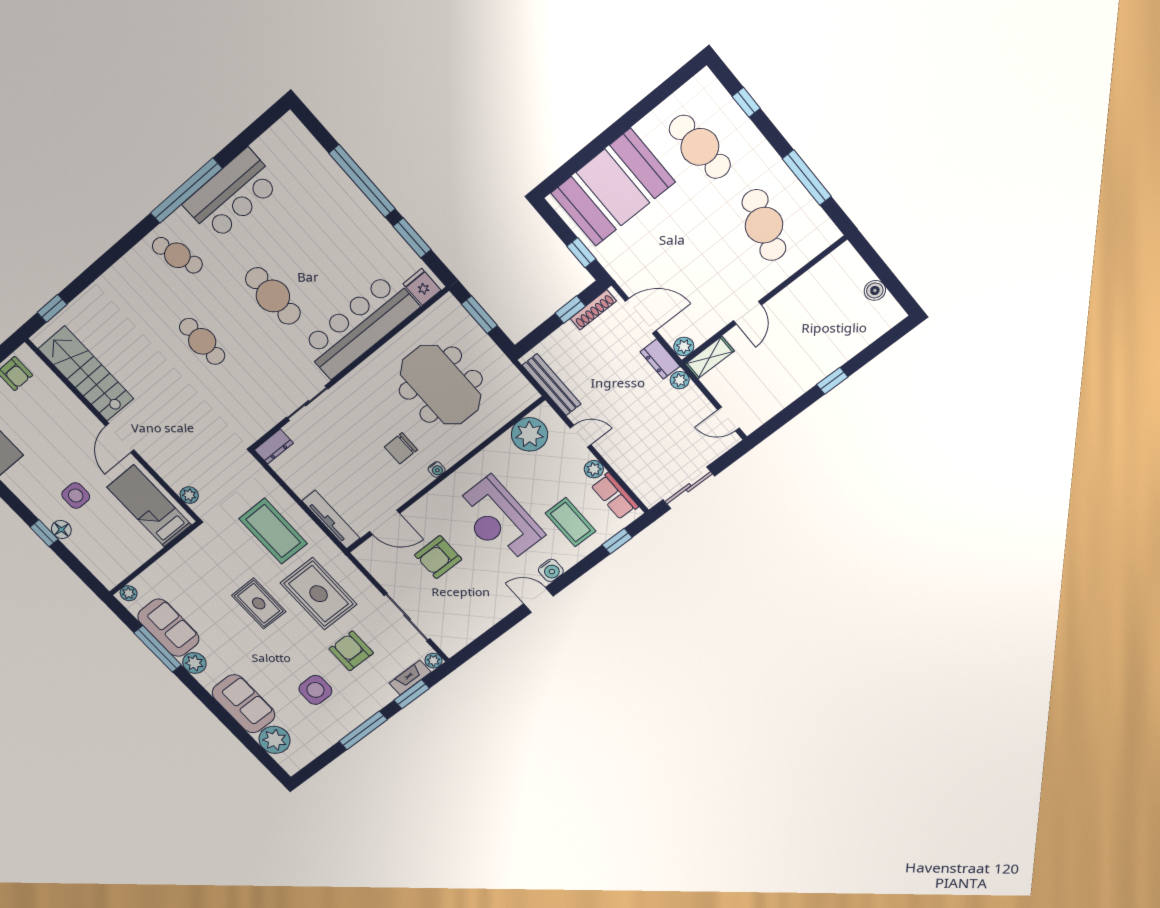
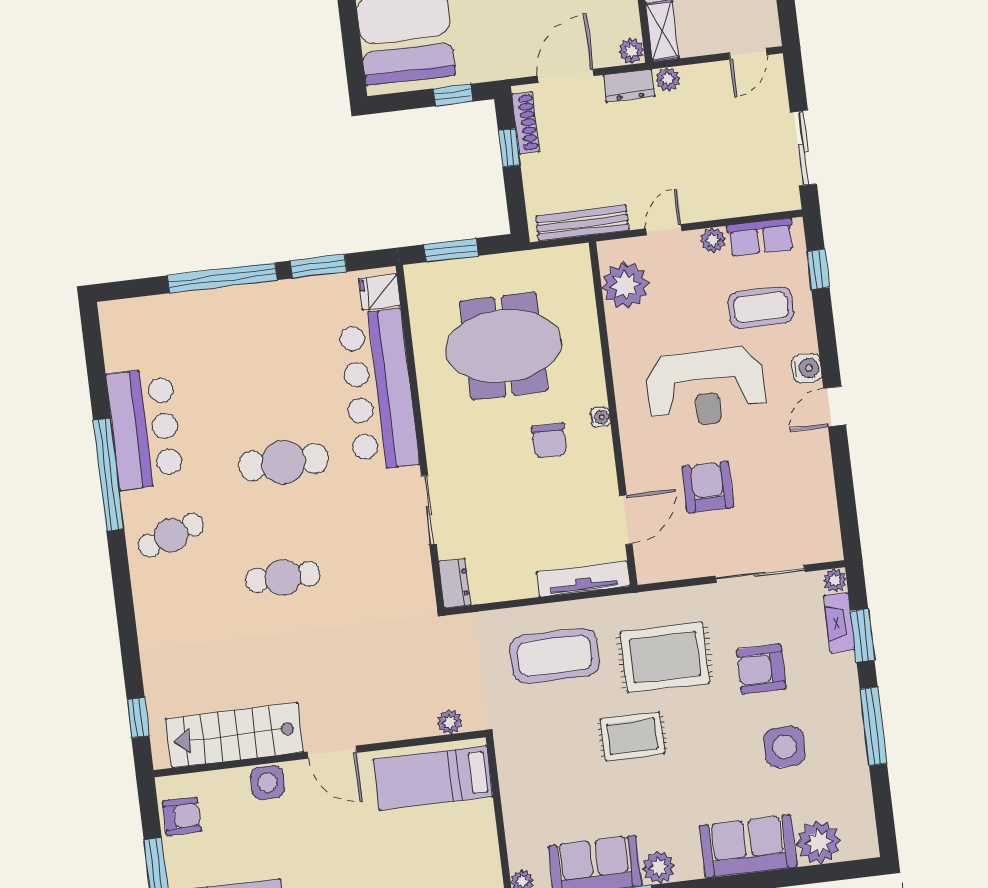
side table: (76, 495) -> (268, 783), moved
armchair: (438, 557) -> (708, 487), turned 180

